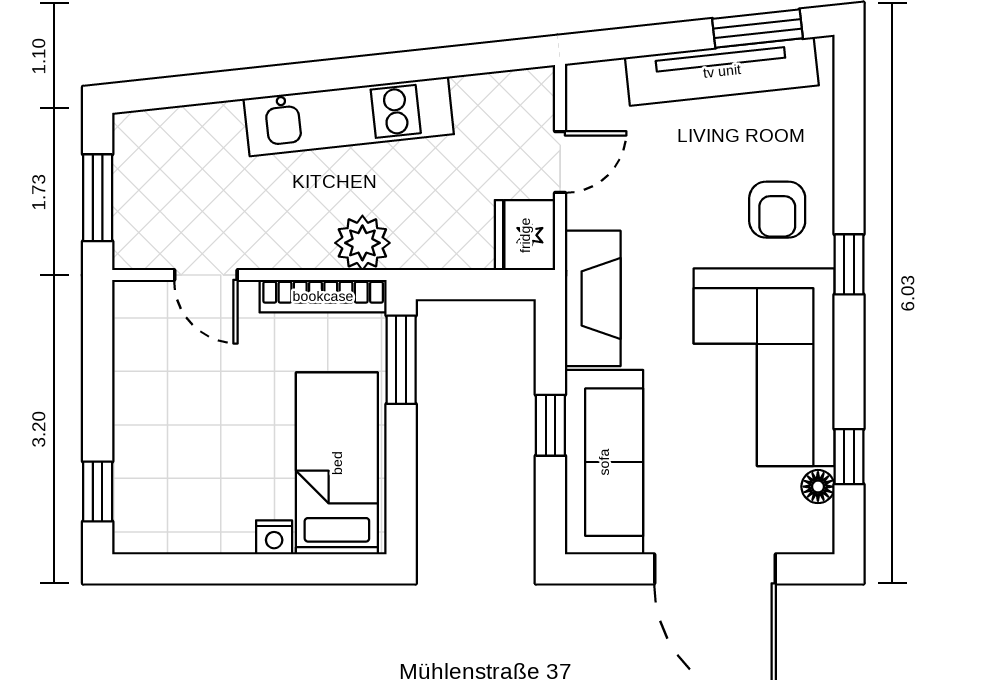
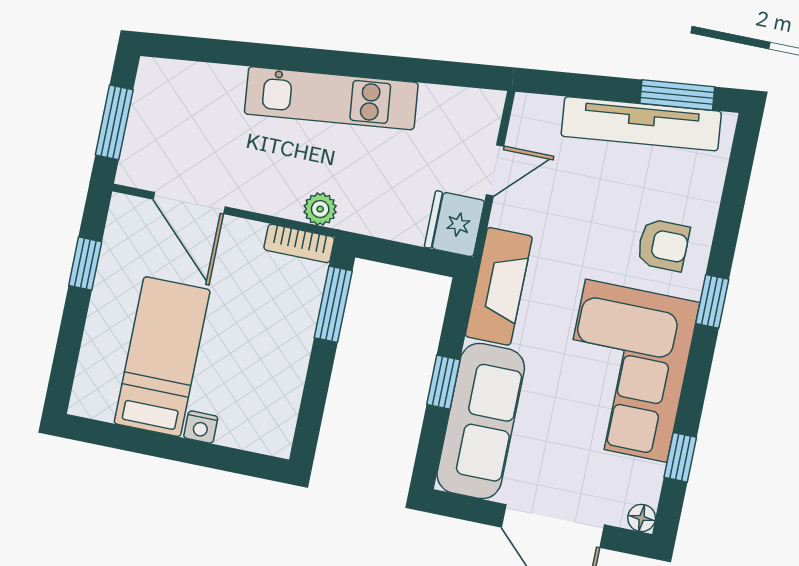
armchair: (777, 210) -> (663, 245), turned -90
plant: (362, 243) -> (320, 209), width x0.73, depth x0.73
door: (206, 275) -> (189, 203), width x1.38
bookcase: (323, 296) -> (299, 243), width x0.64
bed: (337, 463) -> (162, 357), moved
floor lamp: (818, 487) -> (642, 518), moved
window: (98, 492) -> (85, 264), moved

